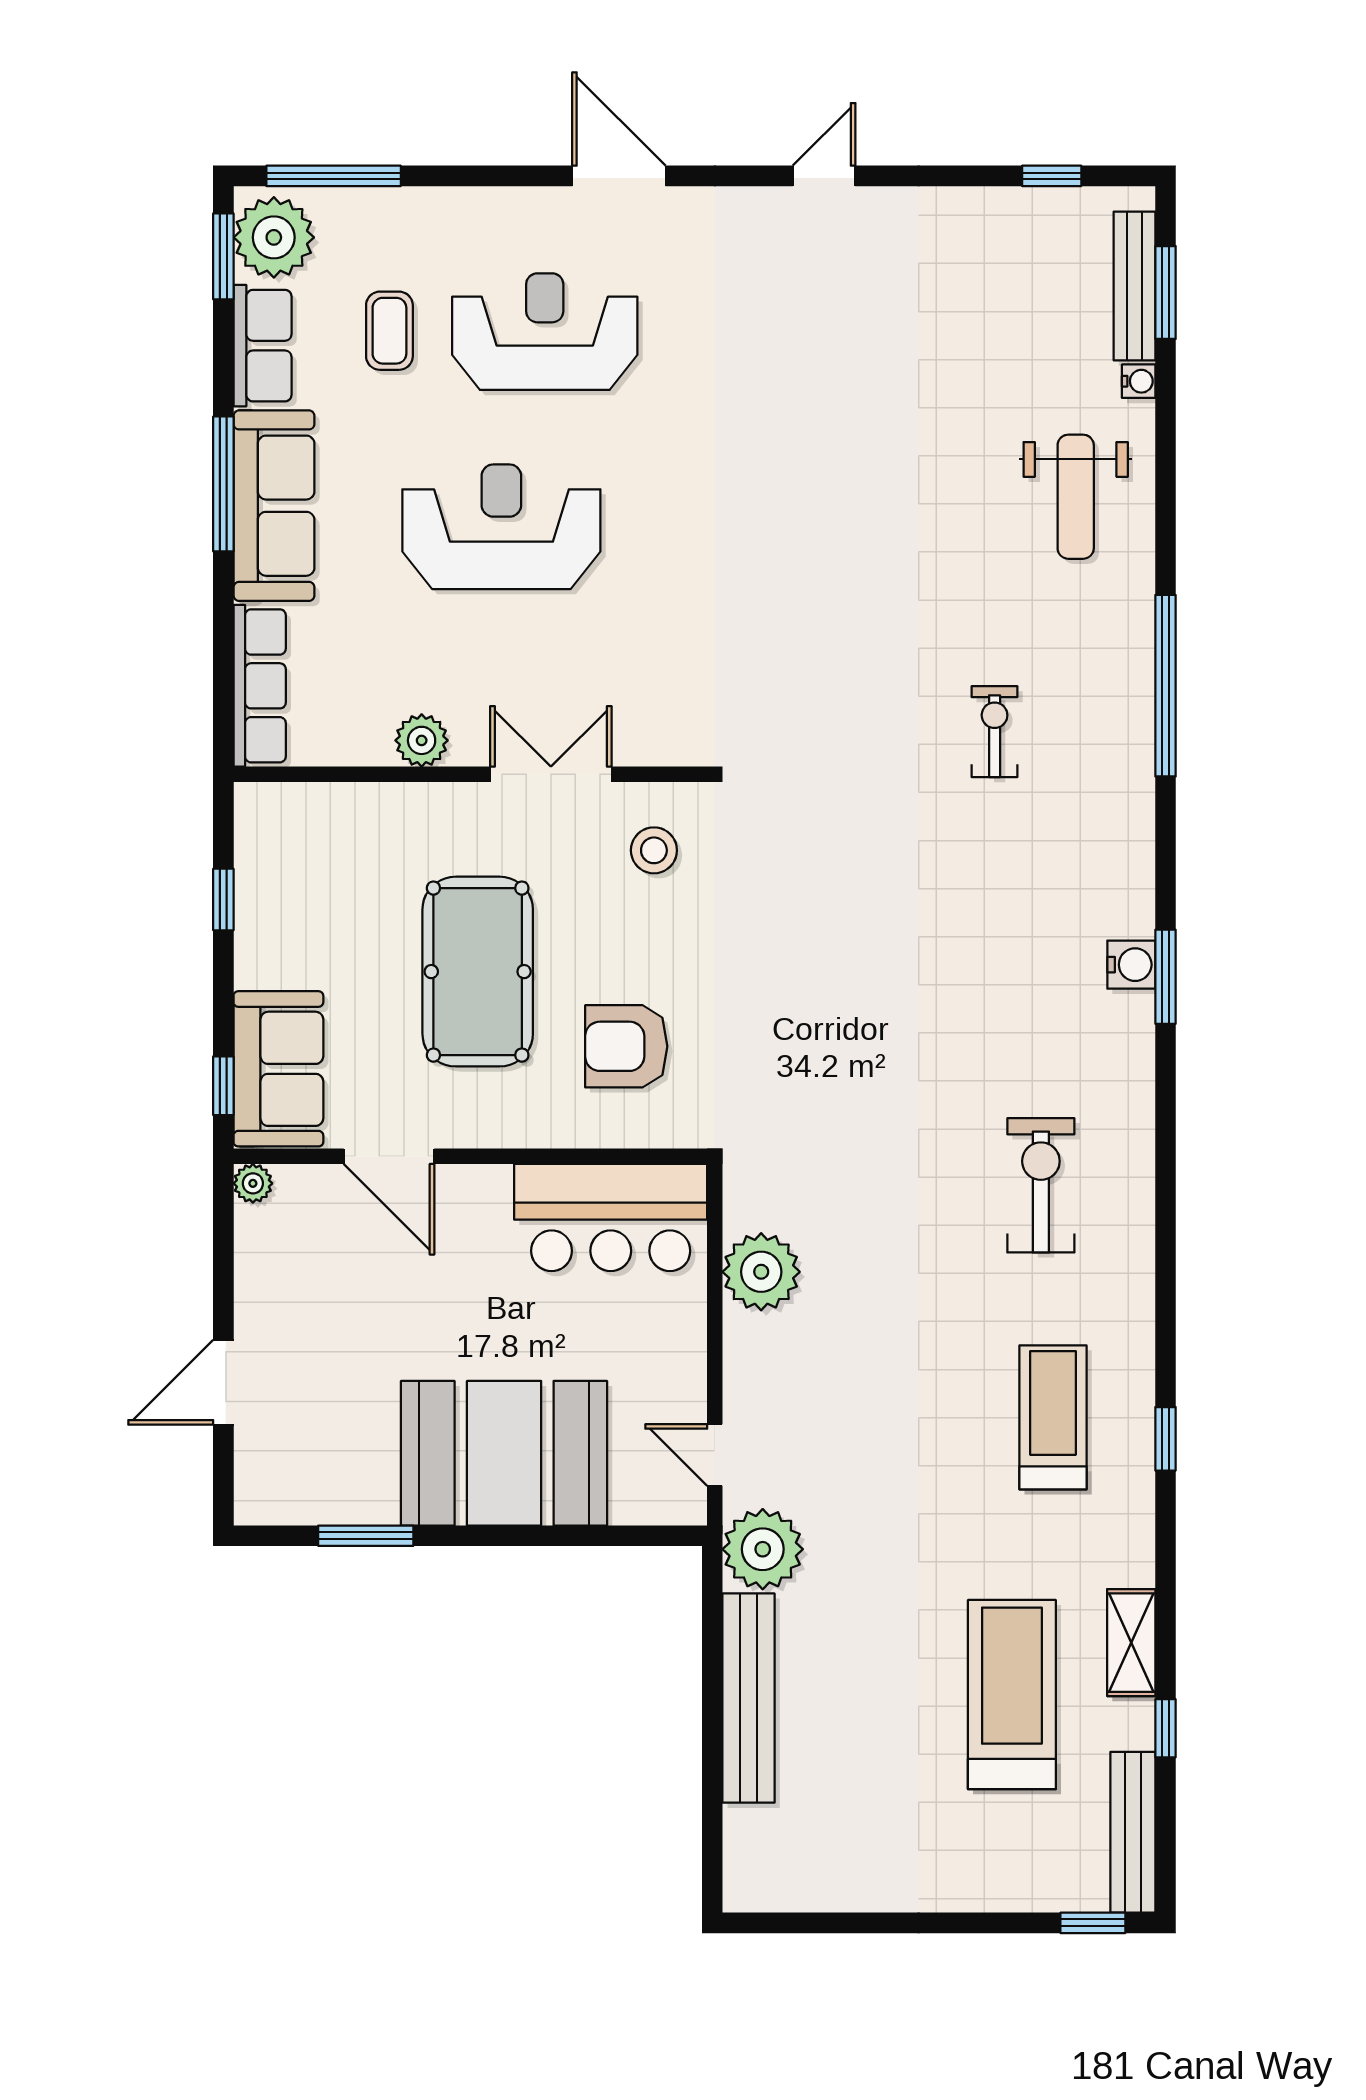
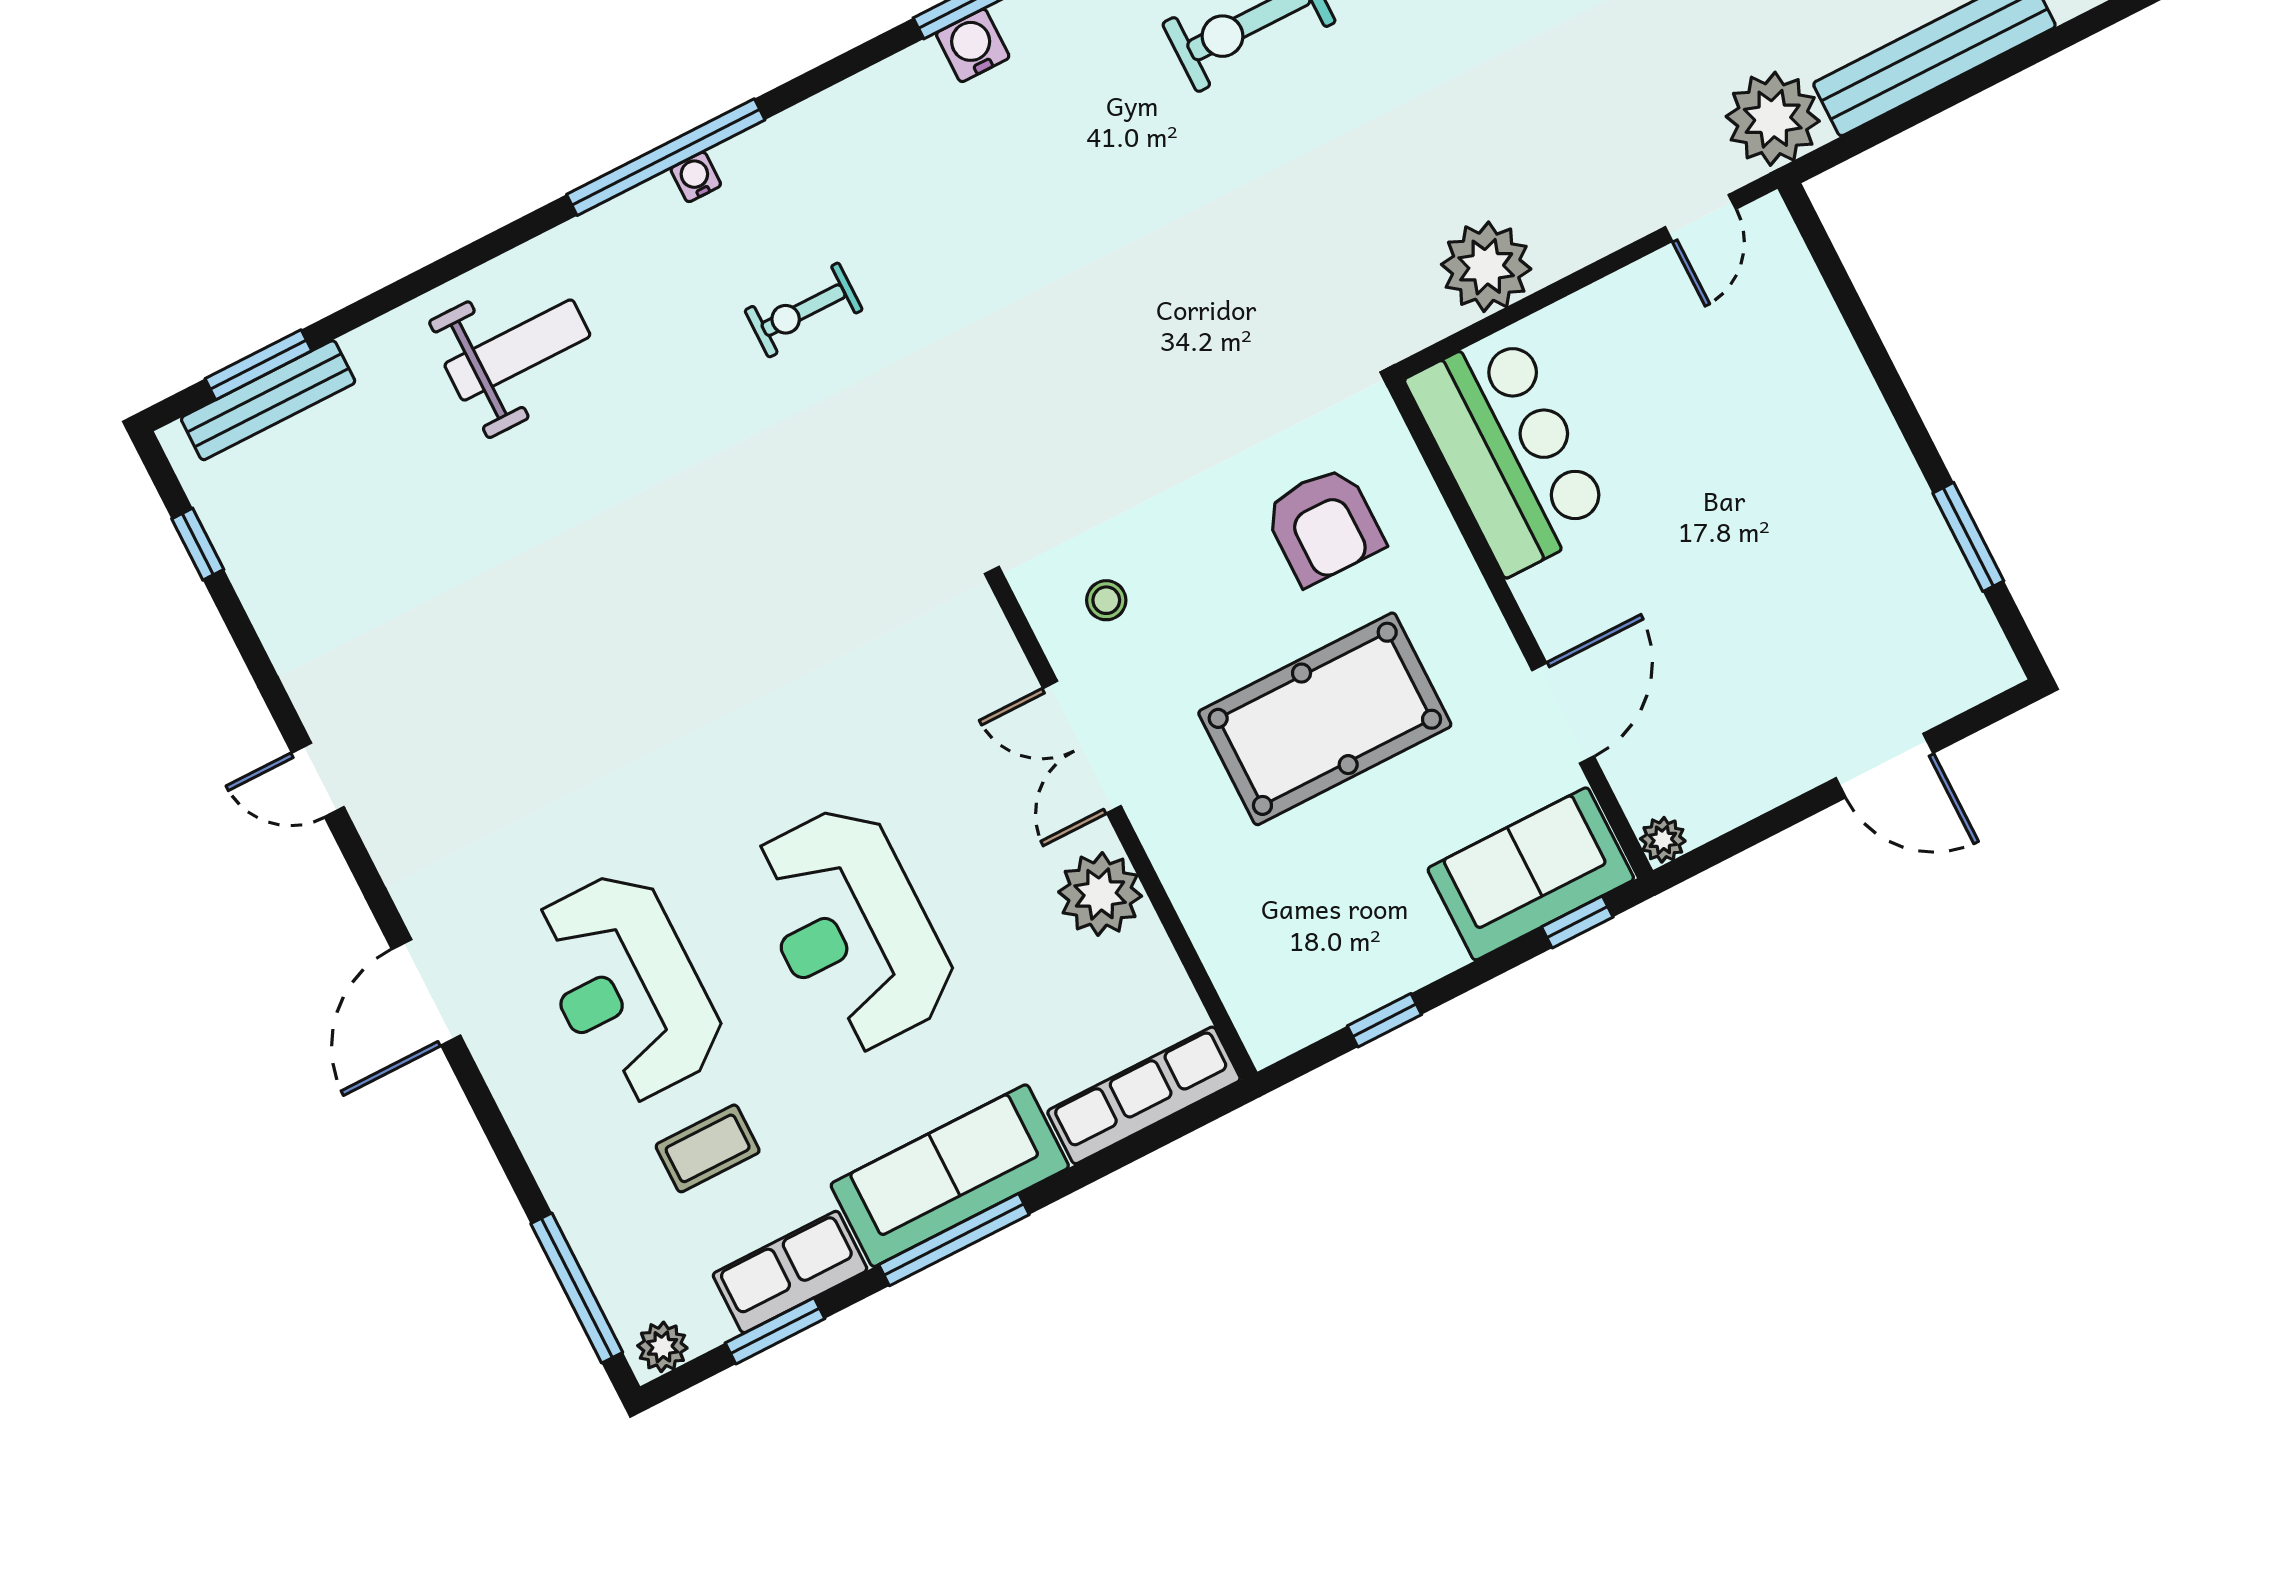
plant: (274, 237) -> (662, 1347), width x0.53, depth x0.53
window: (223, 256) -> (775, 1331), moved
water cooler: (1139, 381) -> (696, 177), moved
plant: (422, 740) -> (1100, 894), width x1.36, depth x1.36
stool: (654, 850) -> (1106, 600), width x0.73, depth x0.73
booth: (504, 1453) -> (1810, 437), removed

